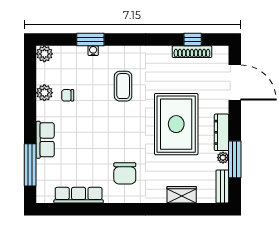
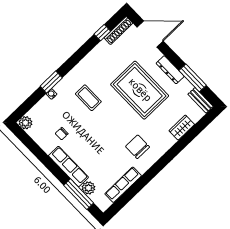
window: (90, 39) -> (51, 82), moved
shoe rack: (192, 52) -> (118, 31), moved
plant: (44, 93) -> (88, 188), moved
row of seats: (45, 140) -> (68, 166), width x1.48
plant: (223, 158) -> (185, 84), removed
chair: (125, 173) -> (138, 147), turned 180

